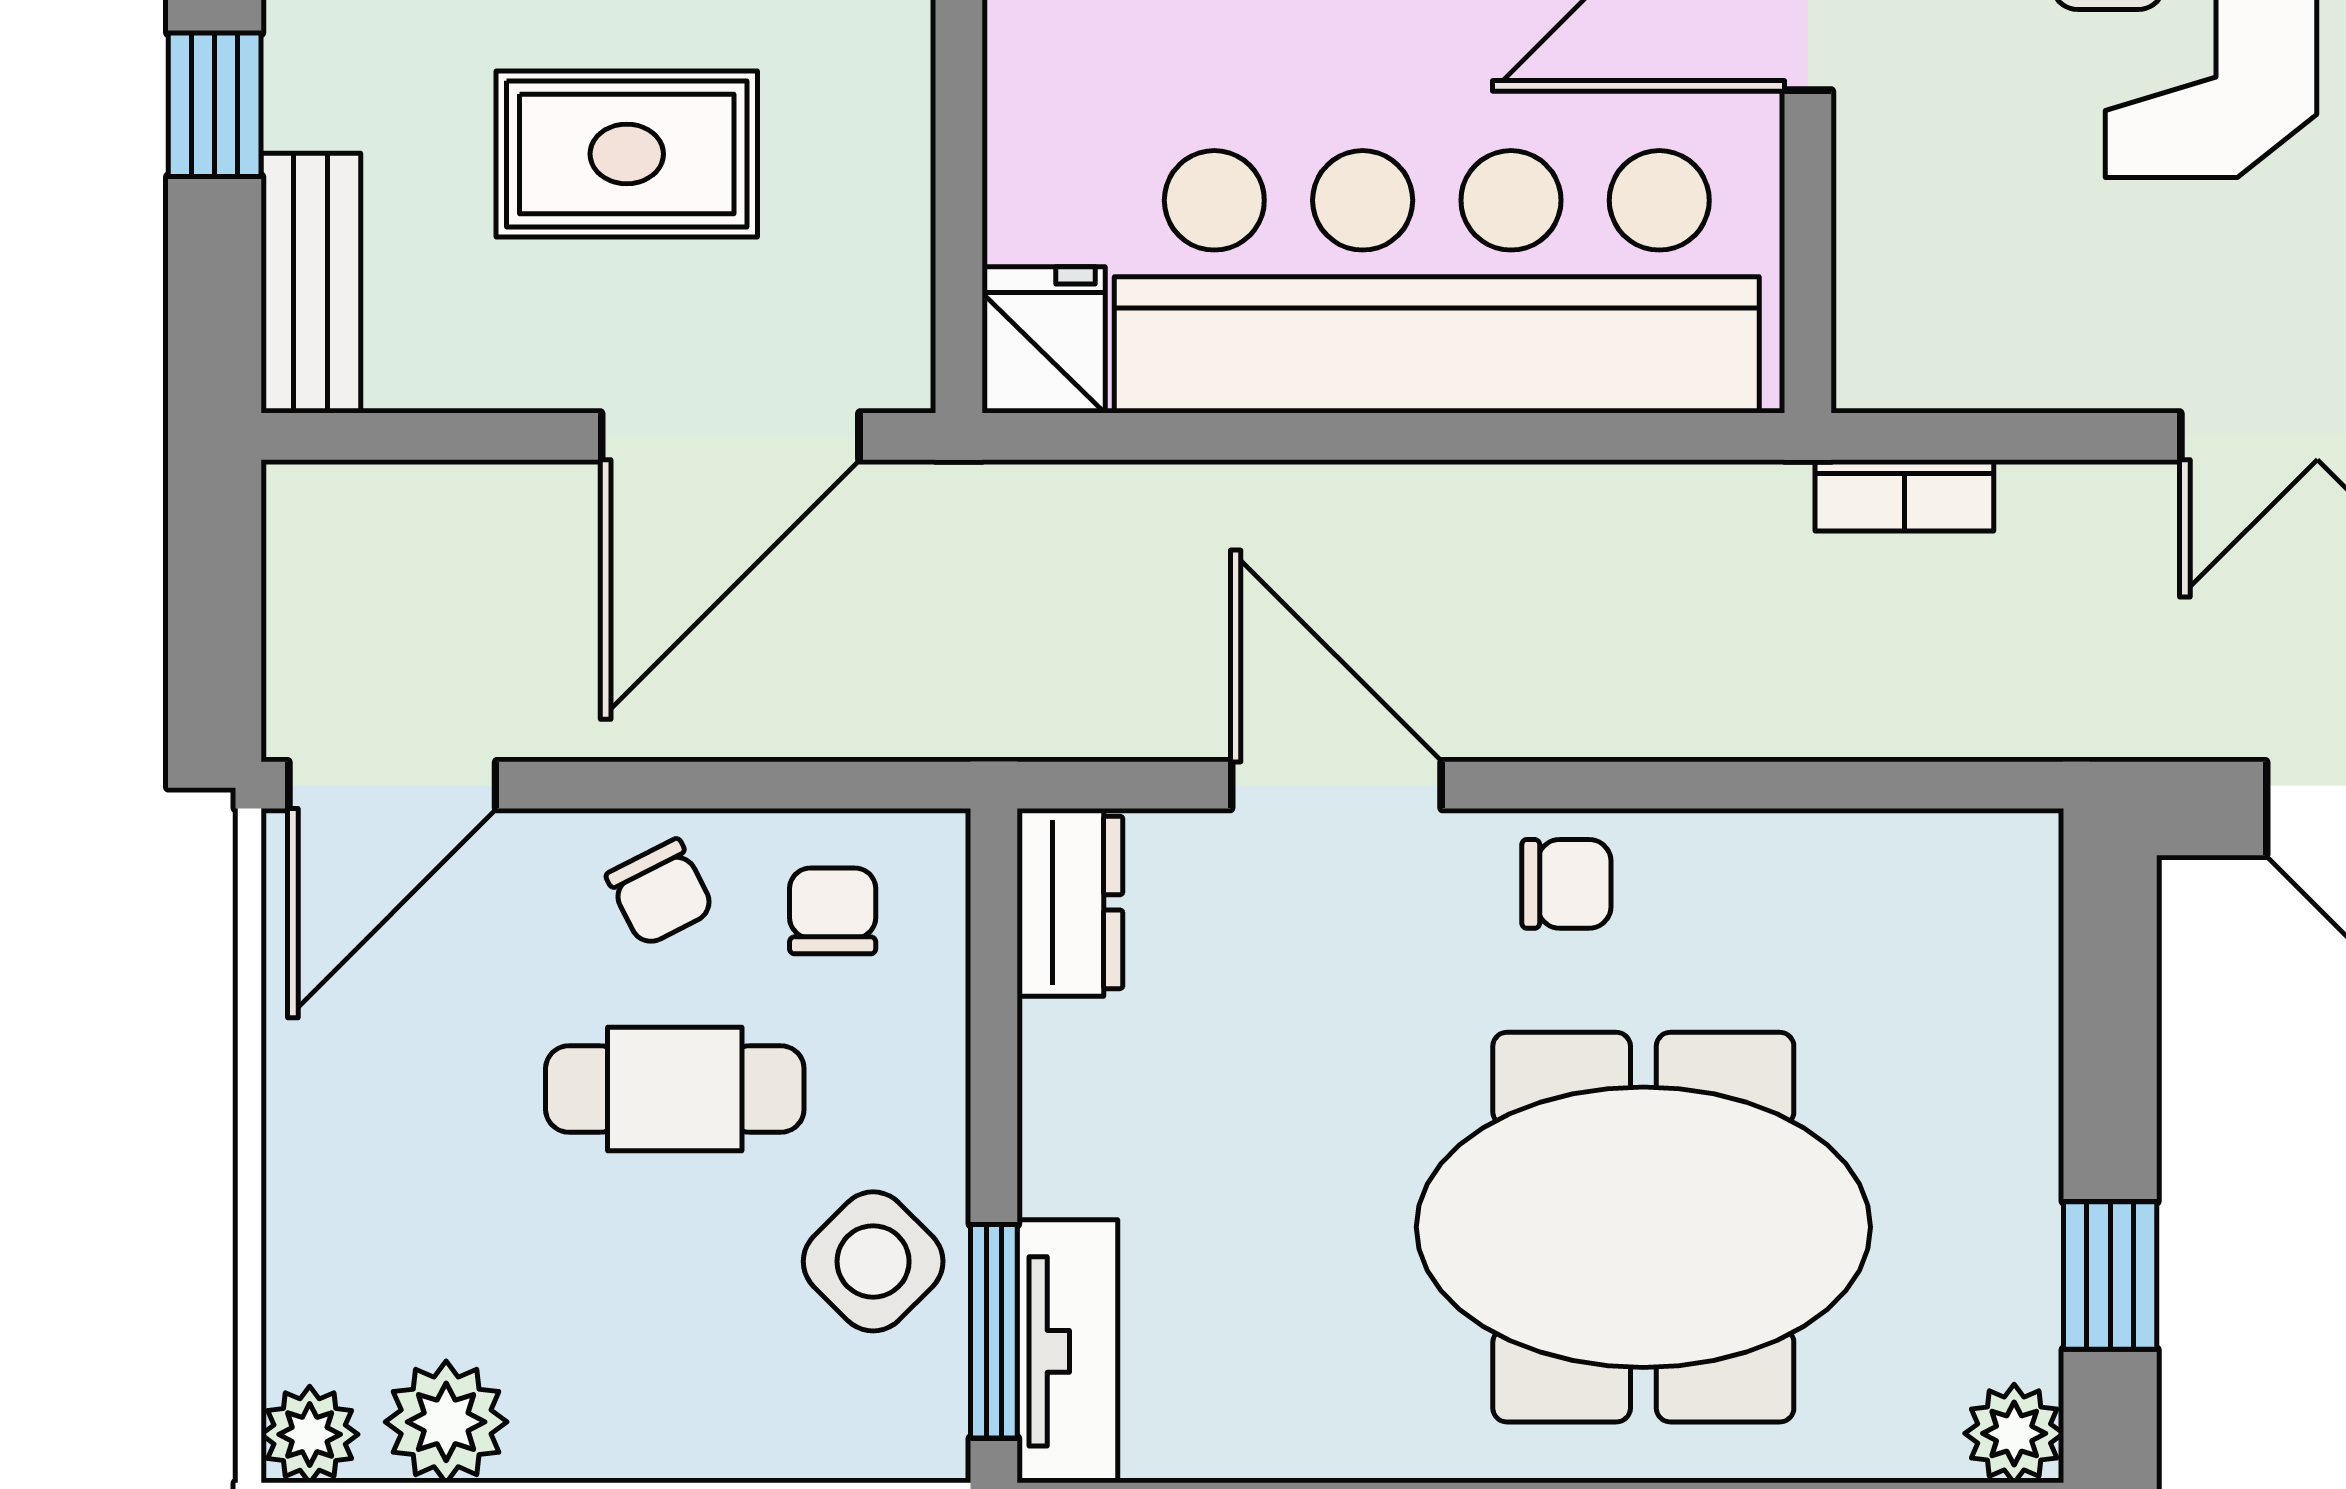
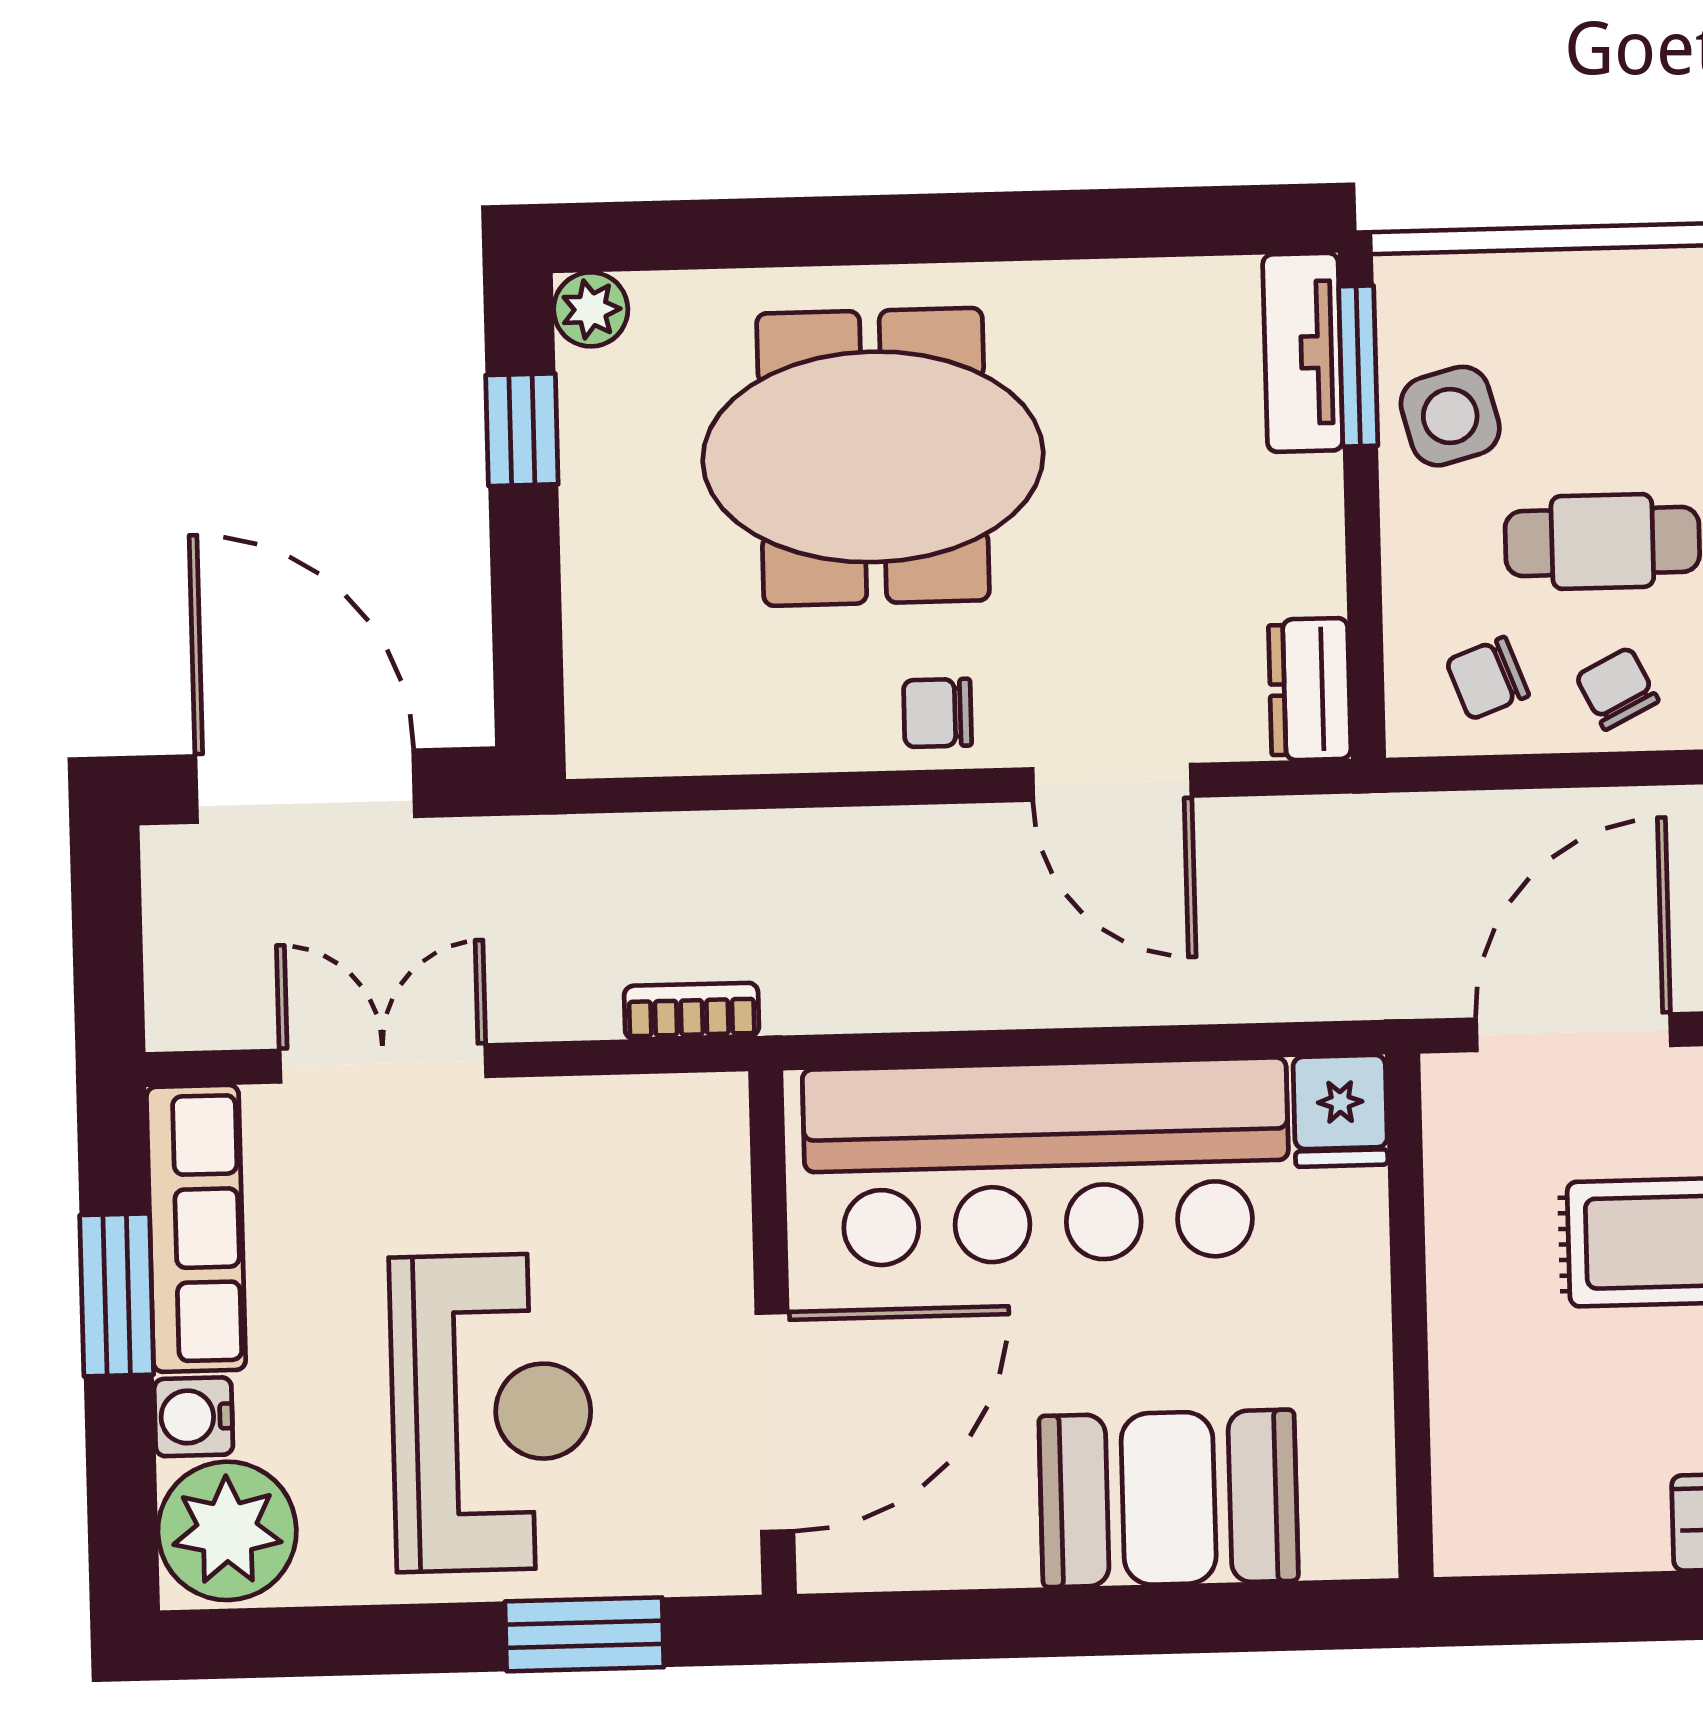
chair: (833, 911) -> (1487, 678), turned 69
side table: (873, 1261) -> (1450, 416), turned 30

